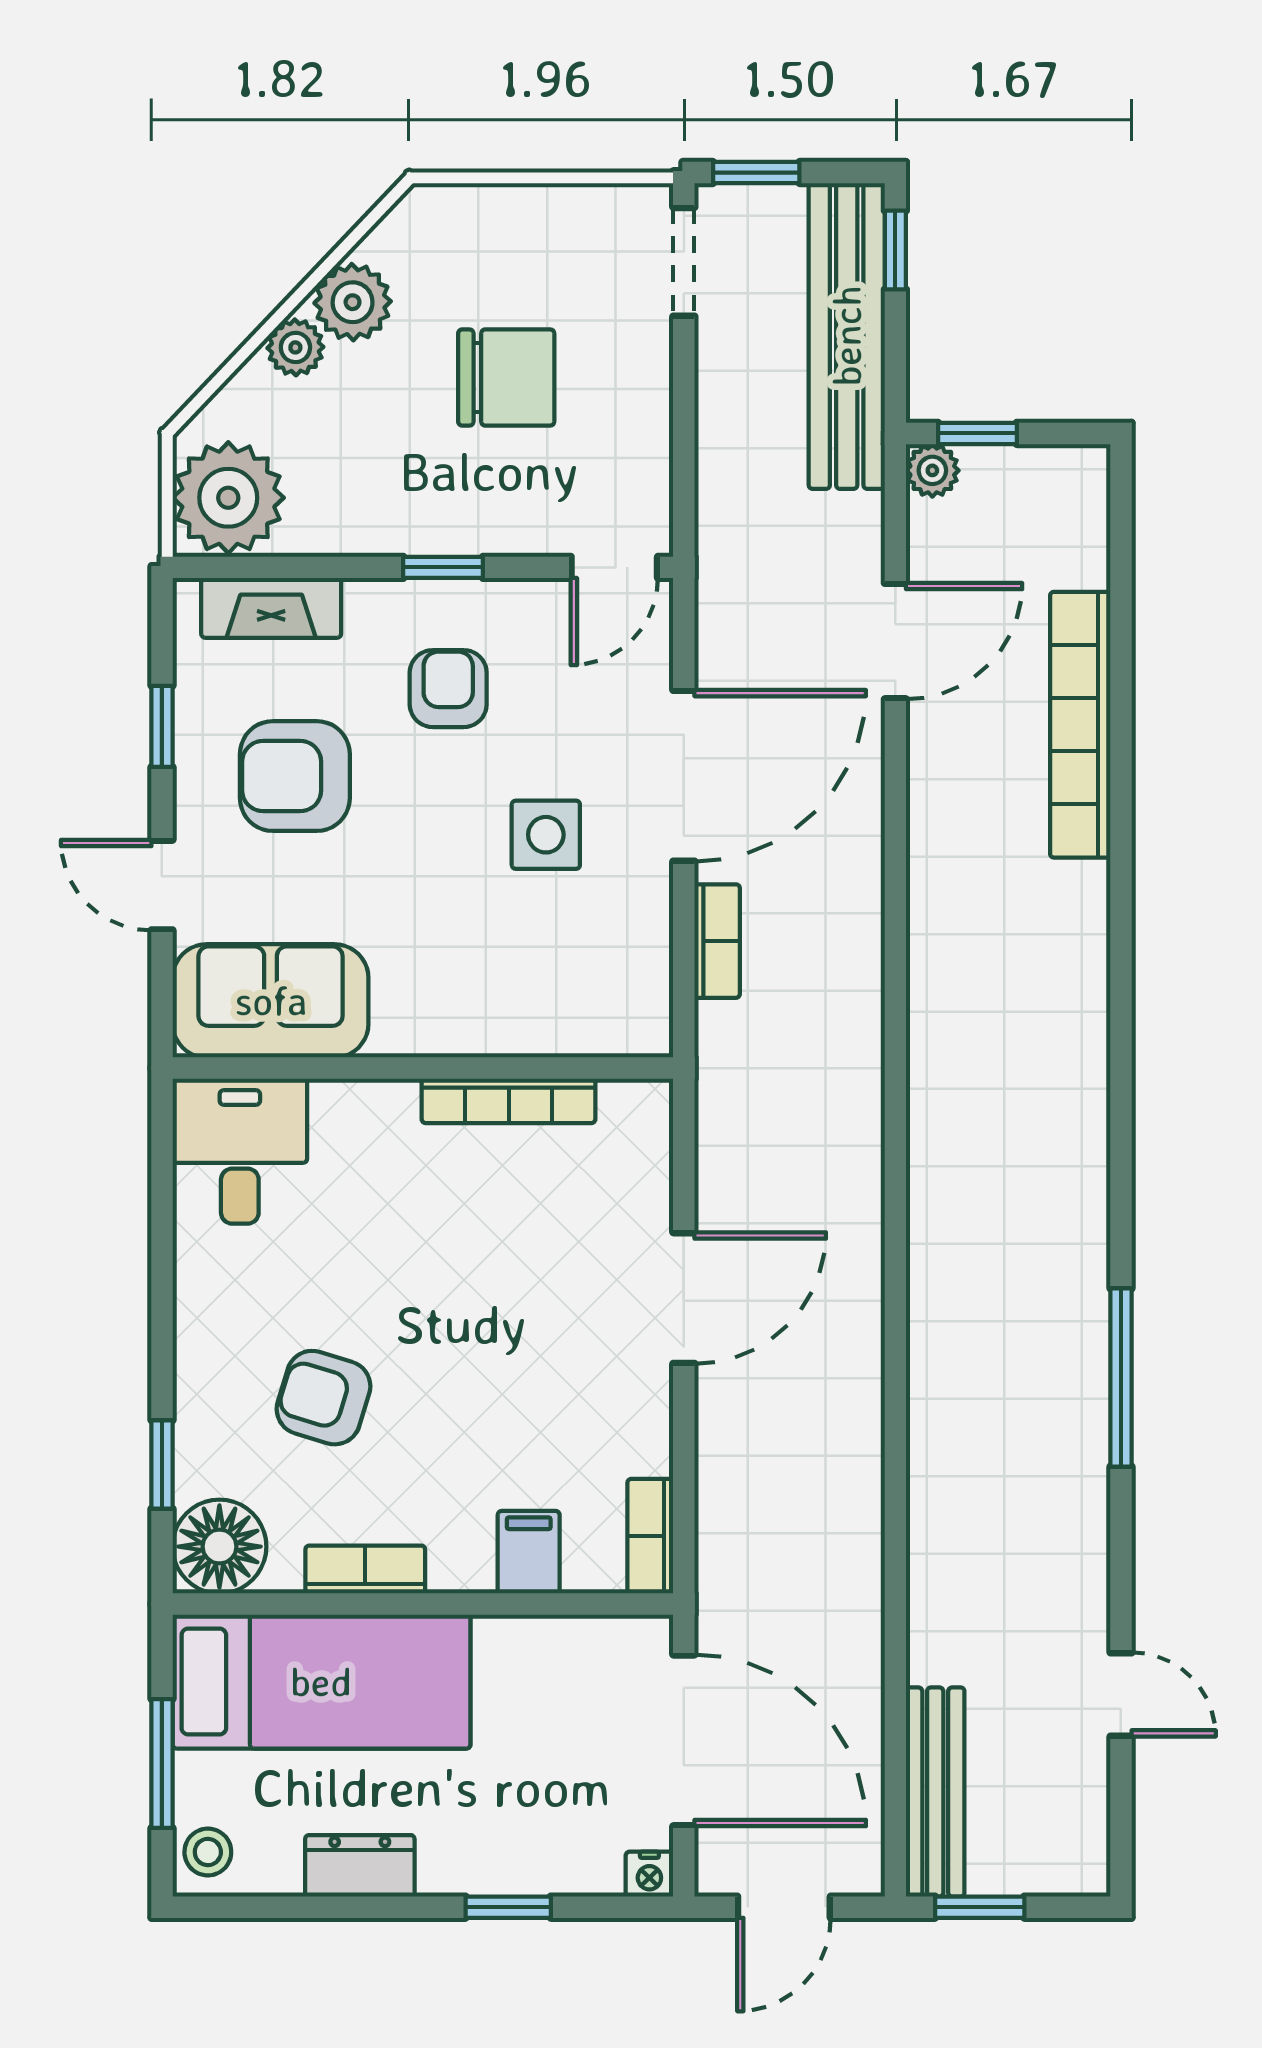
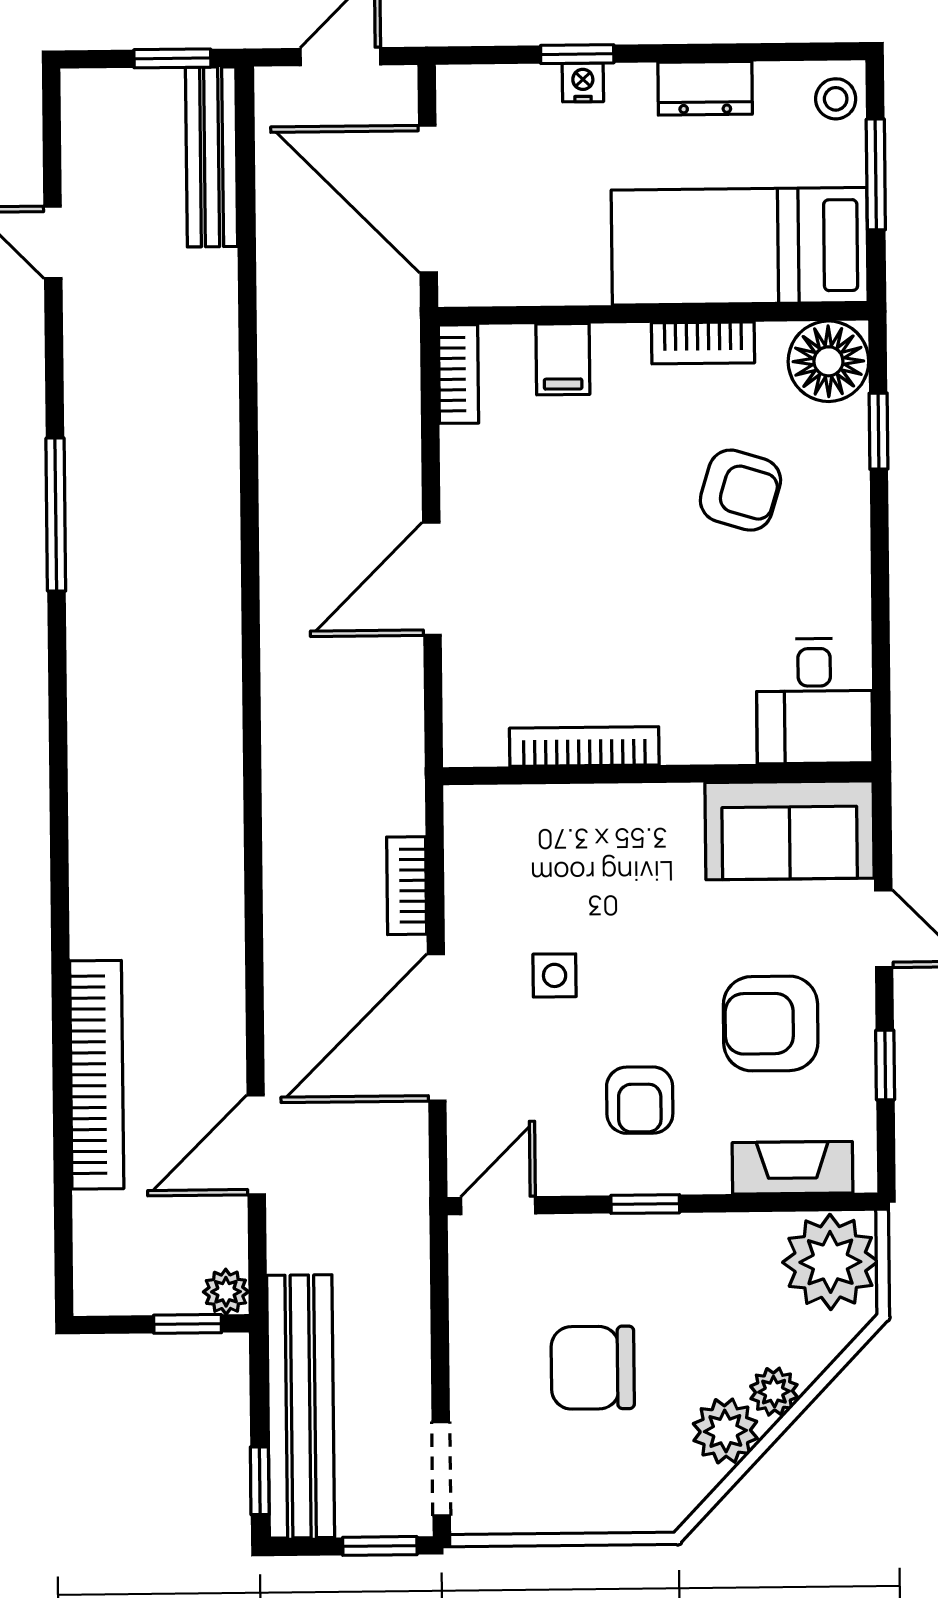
armchair: (295, 776) -> (771, 1024), turned 180
side table: (546, 835) -> (555, 975), width x0.73, depth x0.73
nightstand: (649, 1874) -> (583, 82), moved

